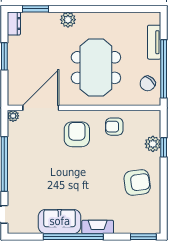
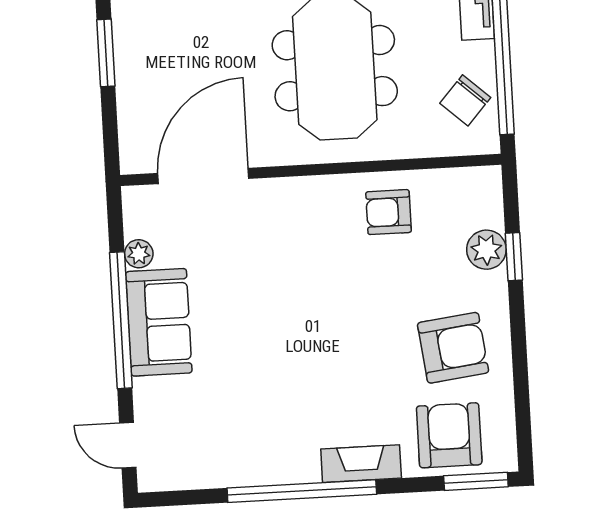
plant: (13, 116) -> (139, 254), moved
armchair: (77, 134) -> (449, 435), moved
sofa: (60, 221) -> (159, 322), moved, turned 90

